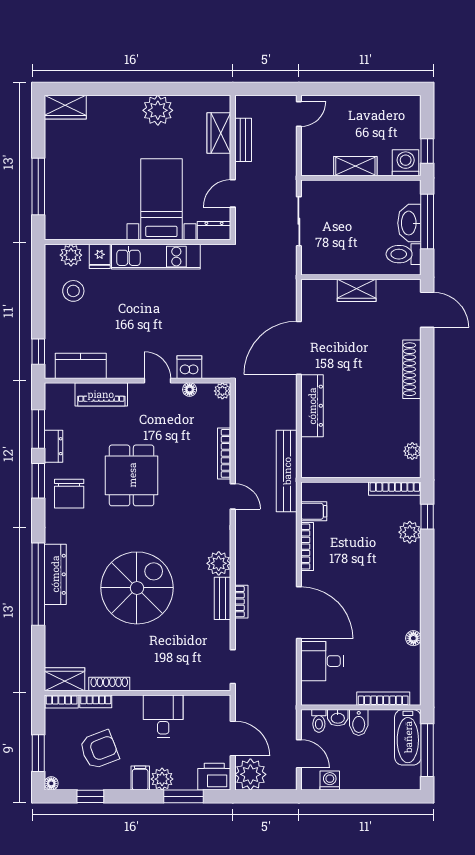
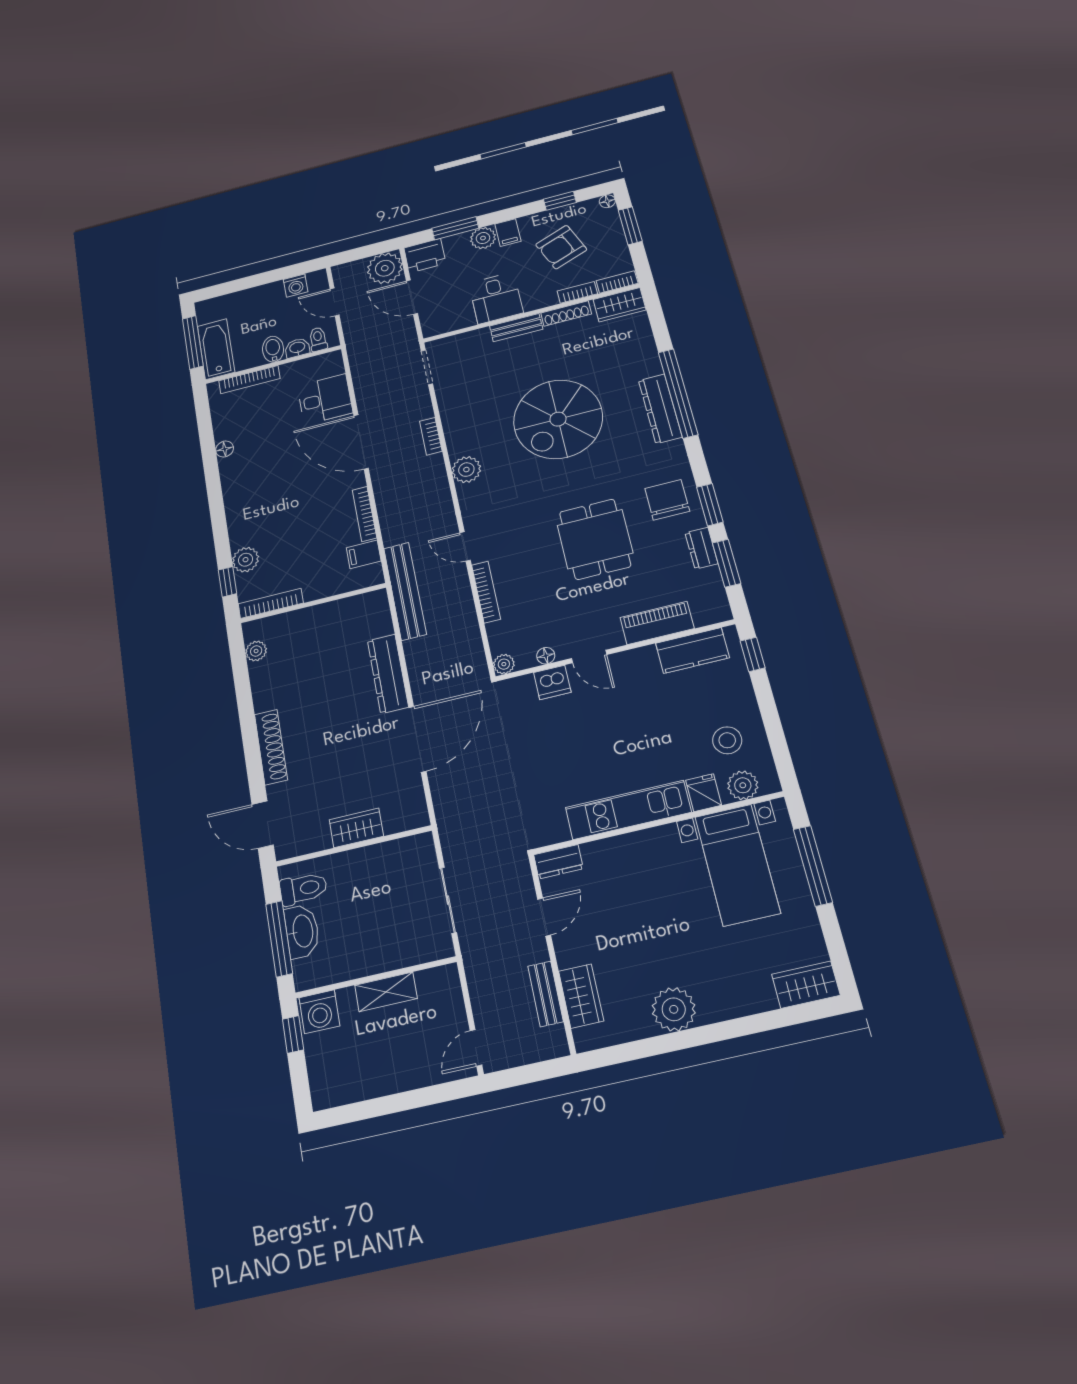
bed with nightstands: (161, 199) -> (737, 865), moved
bench: (223, 598) -> (516, 328), moved, turned 90

